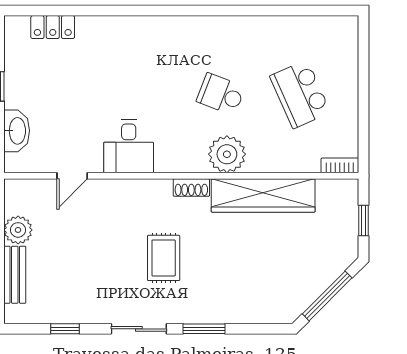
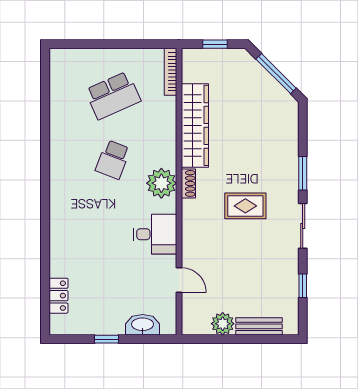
plant: (227, 154) -> (161, 183), moved
bookcase: (340, 165) -> (170, 72), width x1.56

